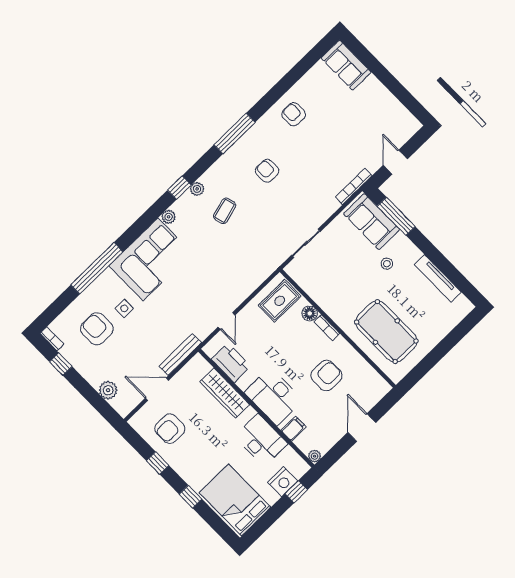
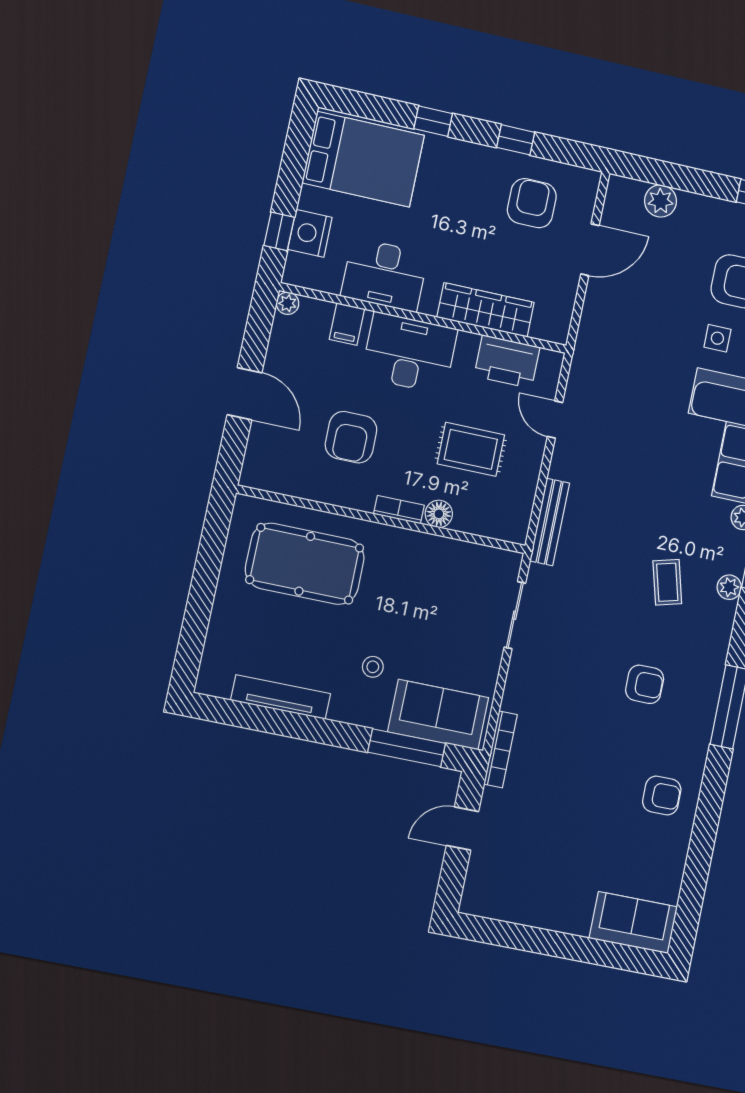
door: (395, 162) -> (463, 828), swing flipped
rug: (280, 301) -> (471, 449), moved, turned 90
bench: (180, 354) -> (550, 522), moved

